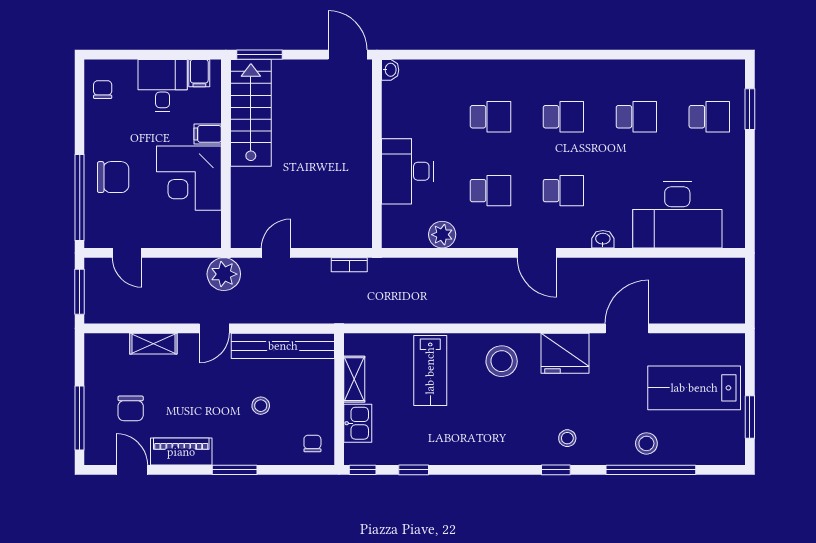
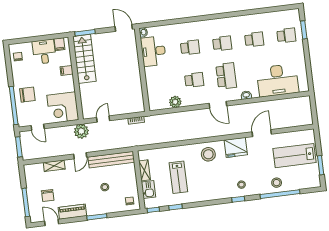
desk: (407, 171) -> (153, 51), moved
corner desk: (189, 178) -> (63, 108), moved
school desk: (563, 191) -> (226, 76), width x1.85
lab bench: (430, 371) -> (178, 177), moved

